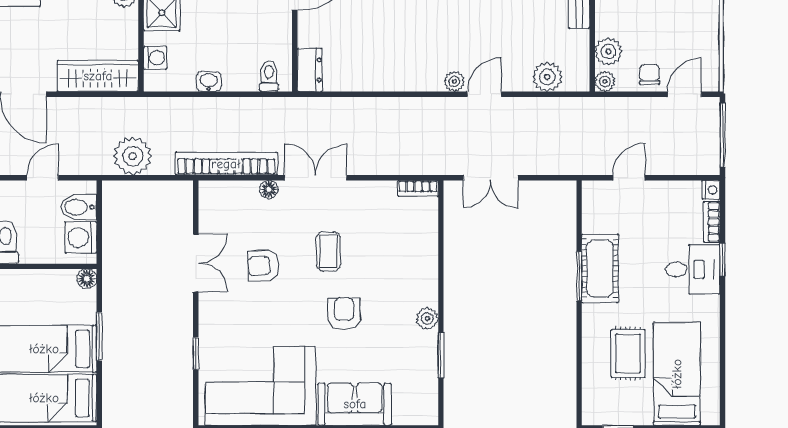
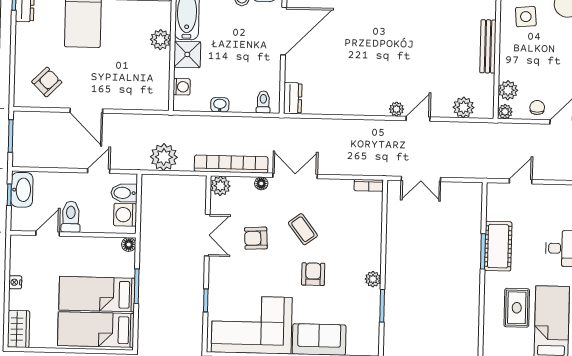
wardrobe: (98, 76) -> (140, 99), removed
plant: (212, 194) -> (220, 186), added
coffee table: (328, 252) -> (303, 229), turned -37

